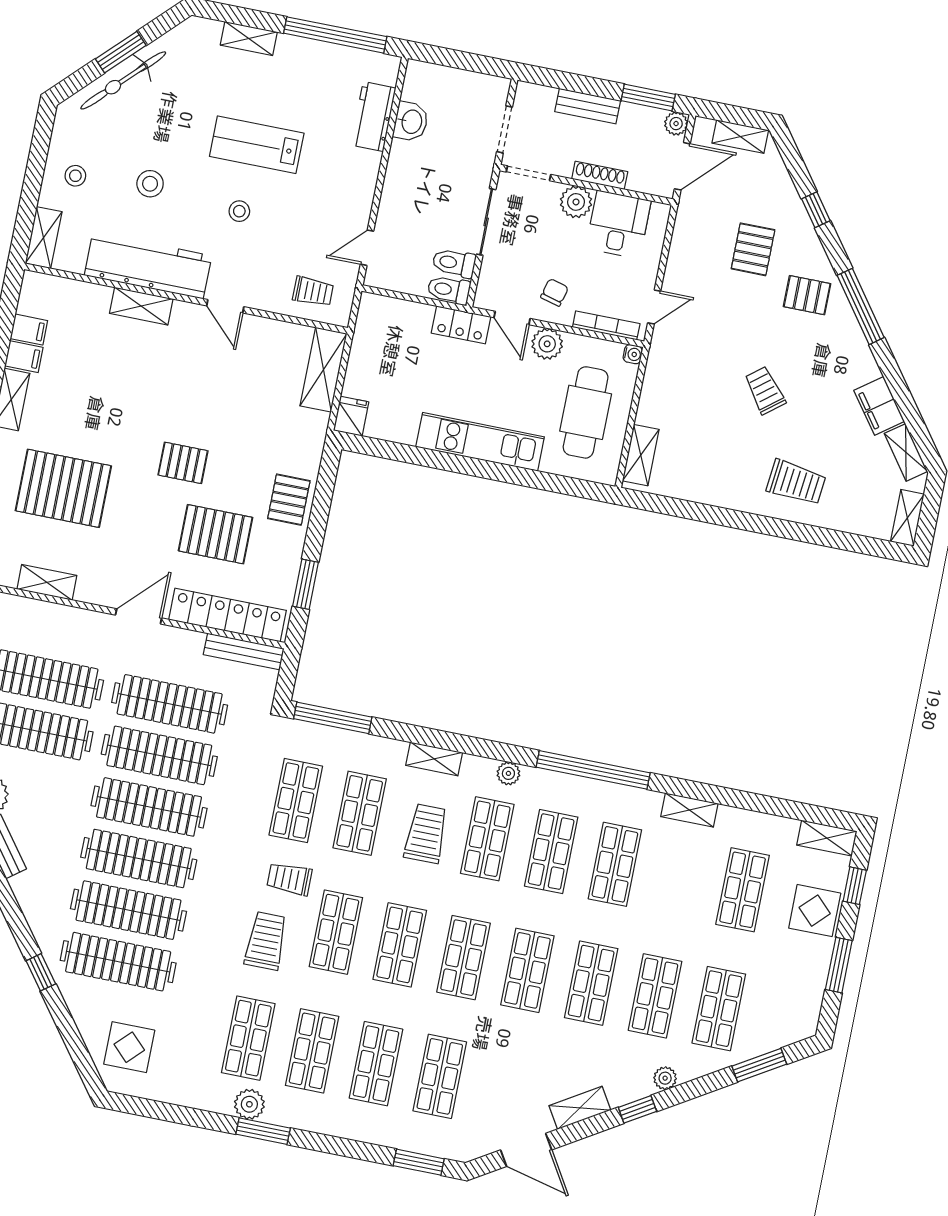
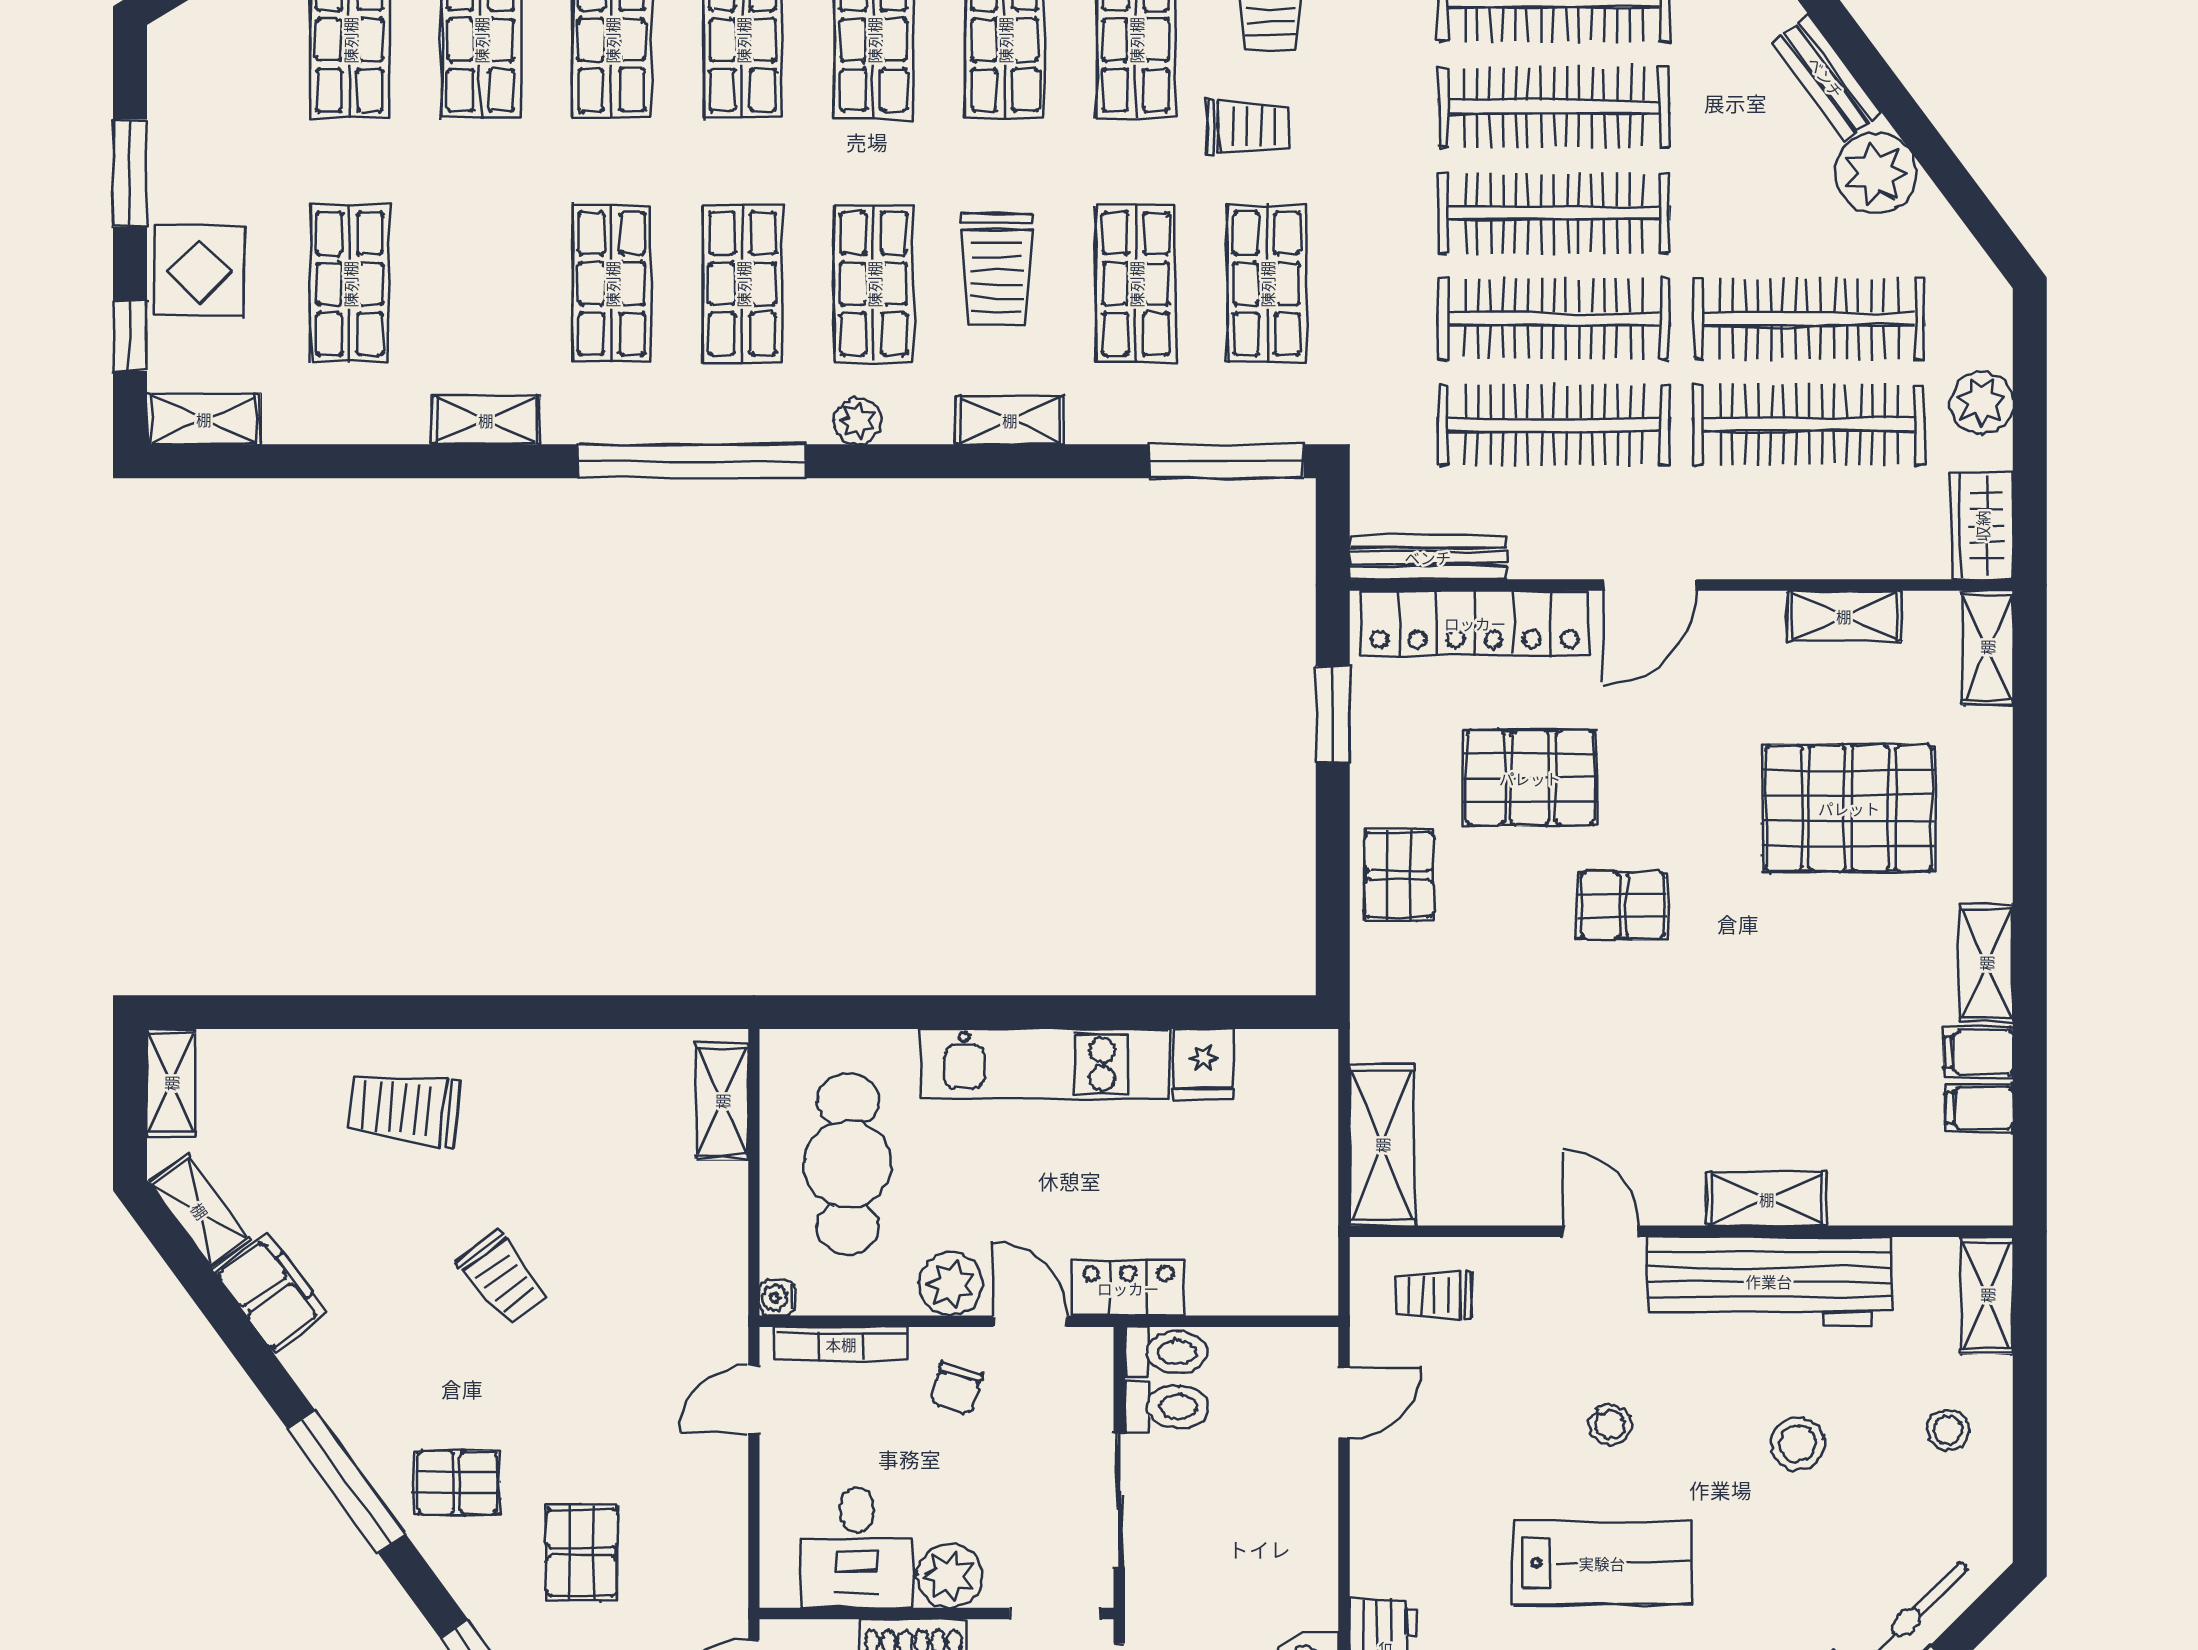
fridge: (351, 416) -> (1204, 1064), moved

